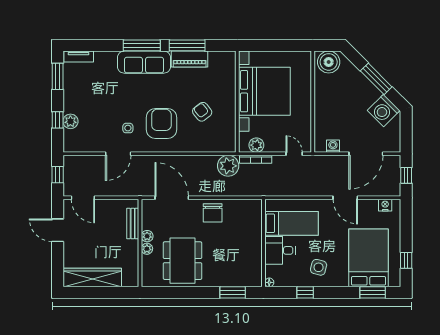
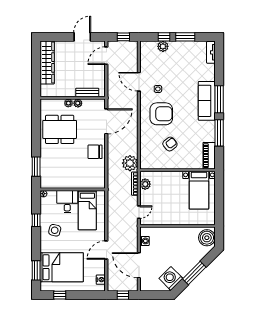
piano: (190, 59) -> (209, 156), moved
window: (58, 76) -> (185, 37), moved
bed with nightstands: (264, 91) -> (199, 190), width x0.54

